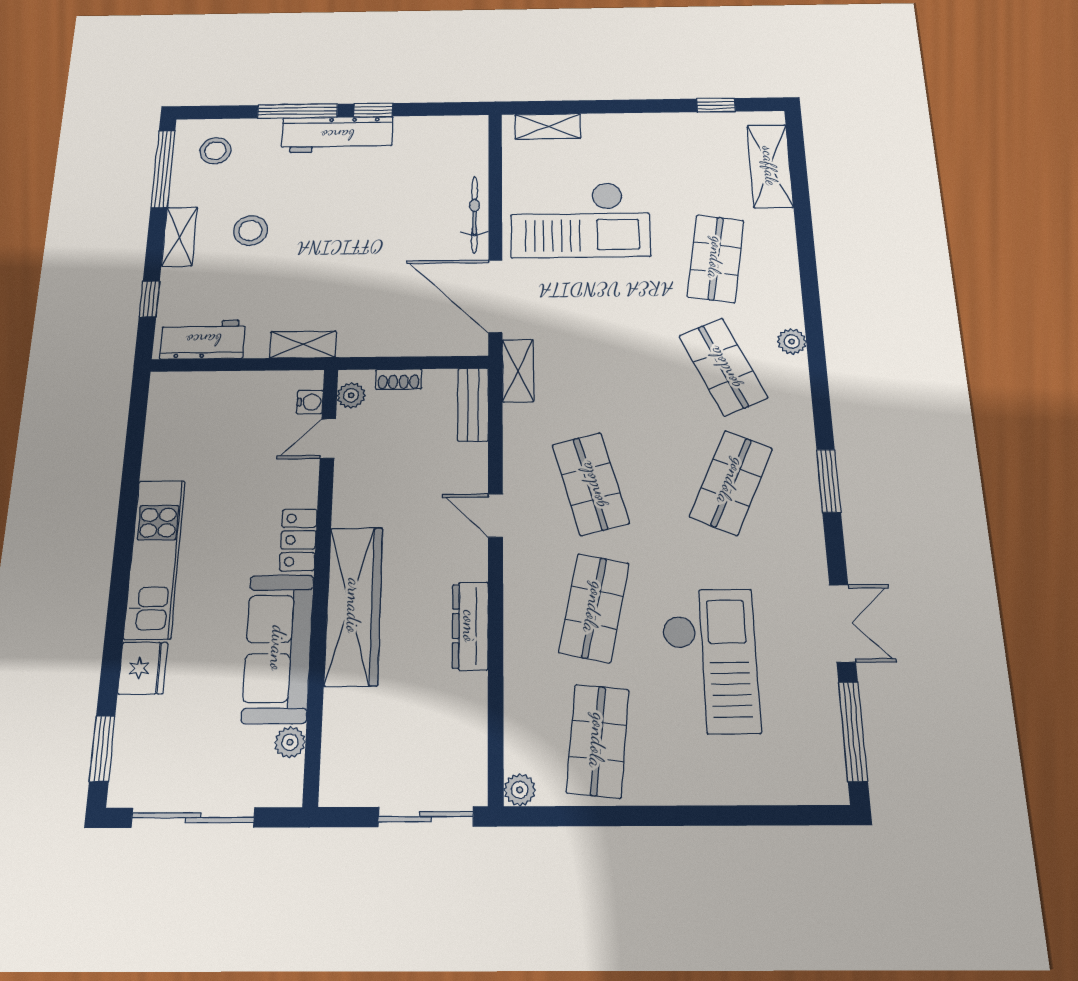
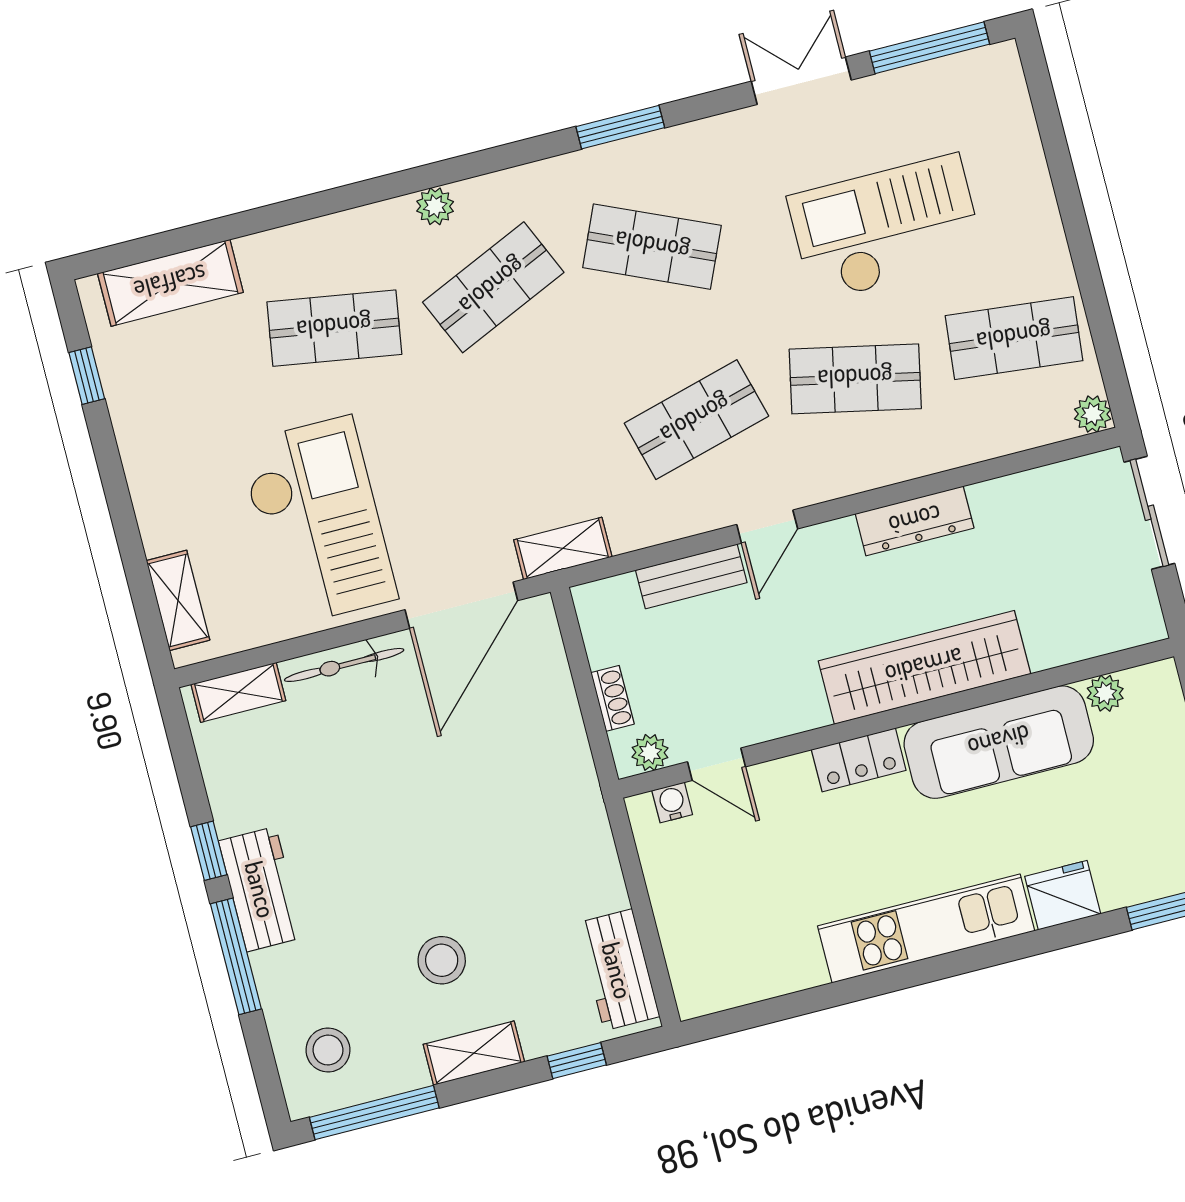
workbench: (337, 135) -> (261, 889), width x0.73
shelving: (303, 344) -> (238, 692), moved, turned 90
bench: (473, 405) -> (691, 576), moved

